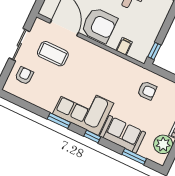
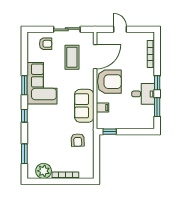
armchair: (99, 25) -> (109, 82), turned -90
corner sofa: (83, 109) -> (42, 83), moved
sofa: (123, 134) -> (84, 106), moved, turned 180

